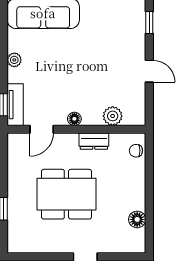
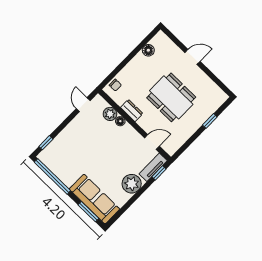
plant: (14, 60) -> (132, 184), width x1.88, depth x1.88
door: (149, 71) -> (83, 105), moved
floor lamp: (74, 119) -> (120, 121), moved

